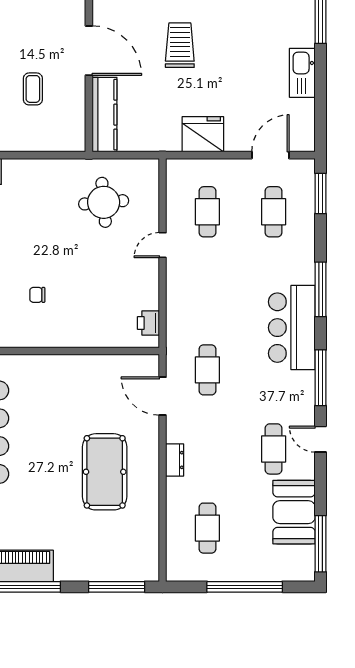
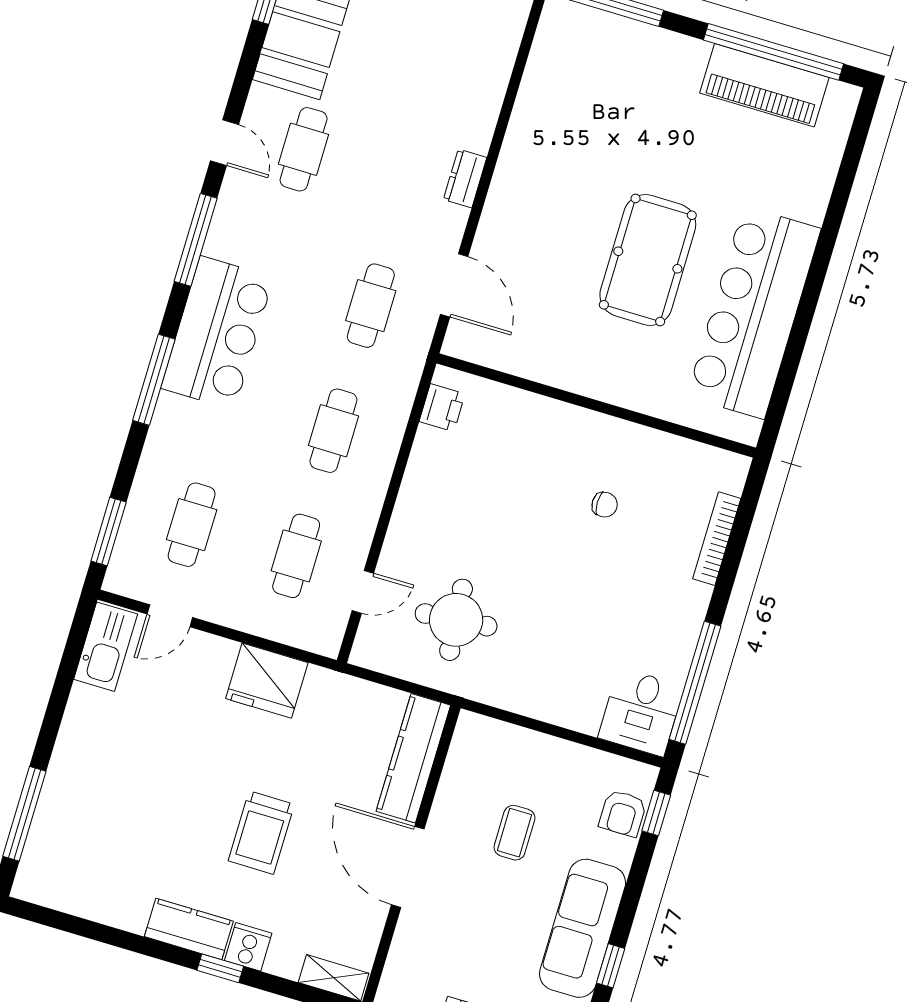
kitchen sink: (302, 73) -> (106, 647), moved
door: (270, 155) -> (170, 616), width x0.73
door: (163, 245) -> (363, 592), moved
pool table: (105, 472) -> (648, 260), moved
cafe table: (207, 528) -> (333, 431), moved

